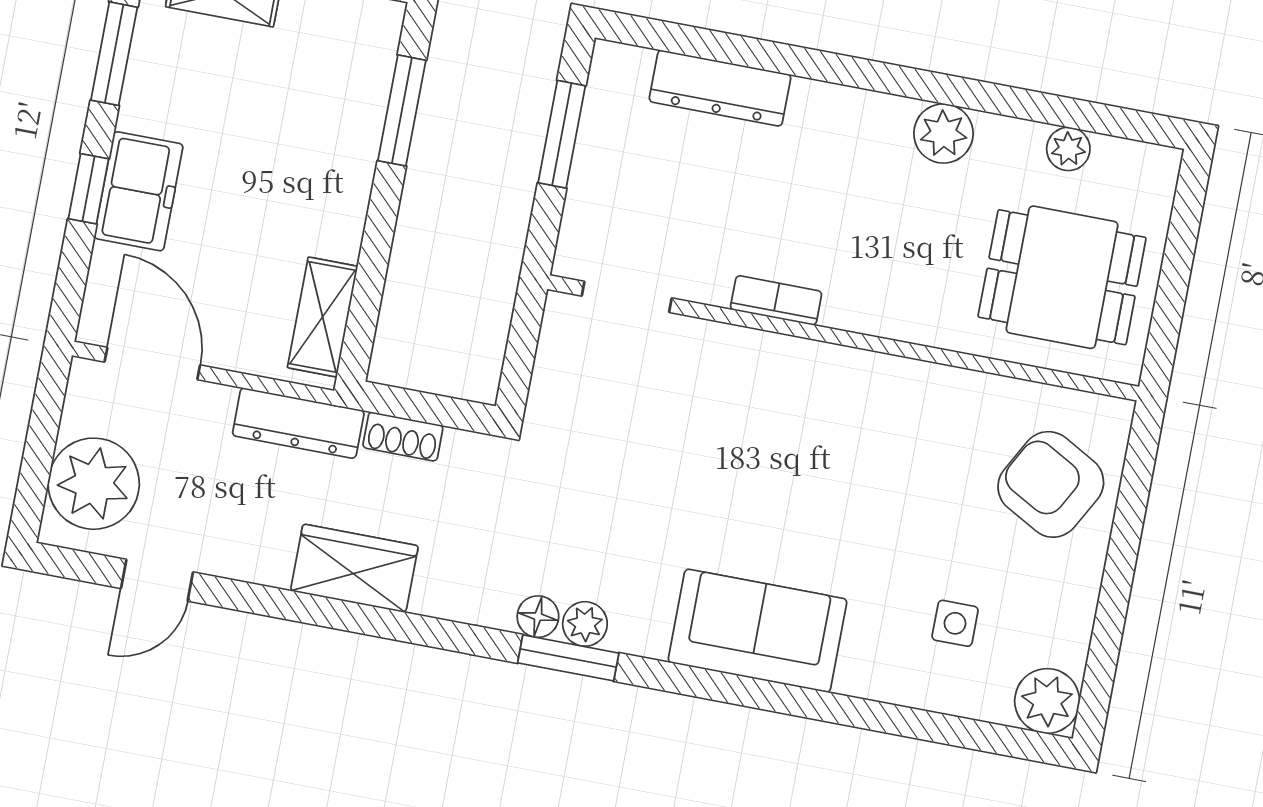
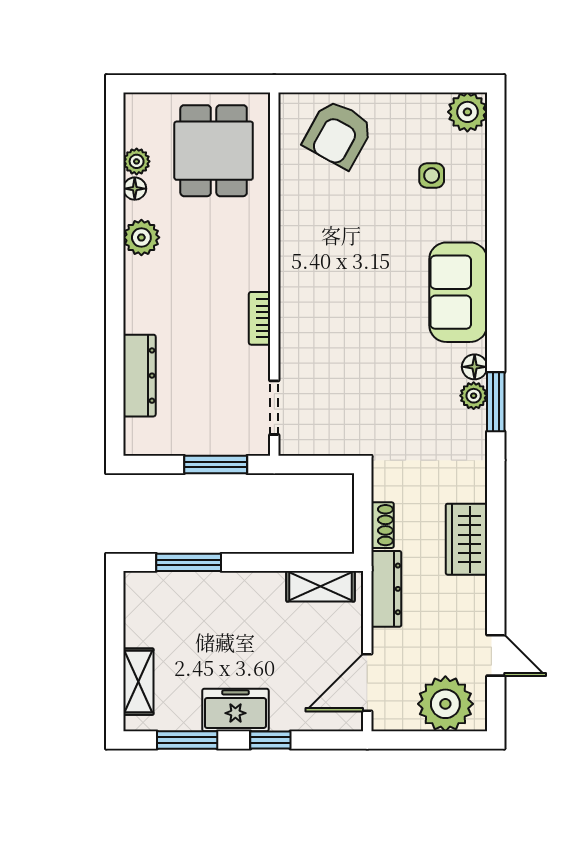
window: (562, 134) -> (216, 465), moved
floor lamp: (1025, 138) -> (135, 189), added
freezer: (139, 191) -> (235, 710), moved
floor lamp: (538, 617) -> (475, 367), moved

